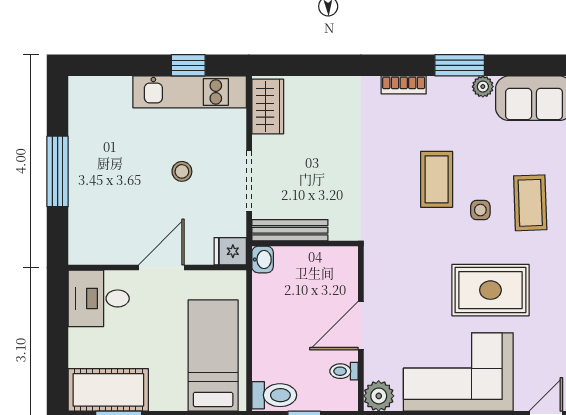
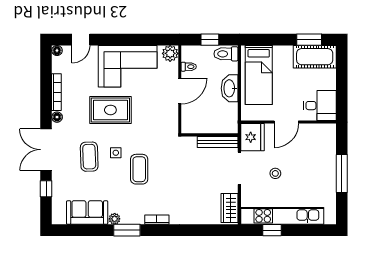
kitchen unit: (190, 92) -> (282, 216), width x1.36
fridge: (230, 251) -> (252, 137), width x1.88, depth x1.34
washbasin: (263, 260) -> (230, 88), moved, width x1.91, depth x1.45

